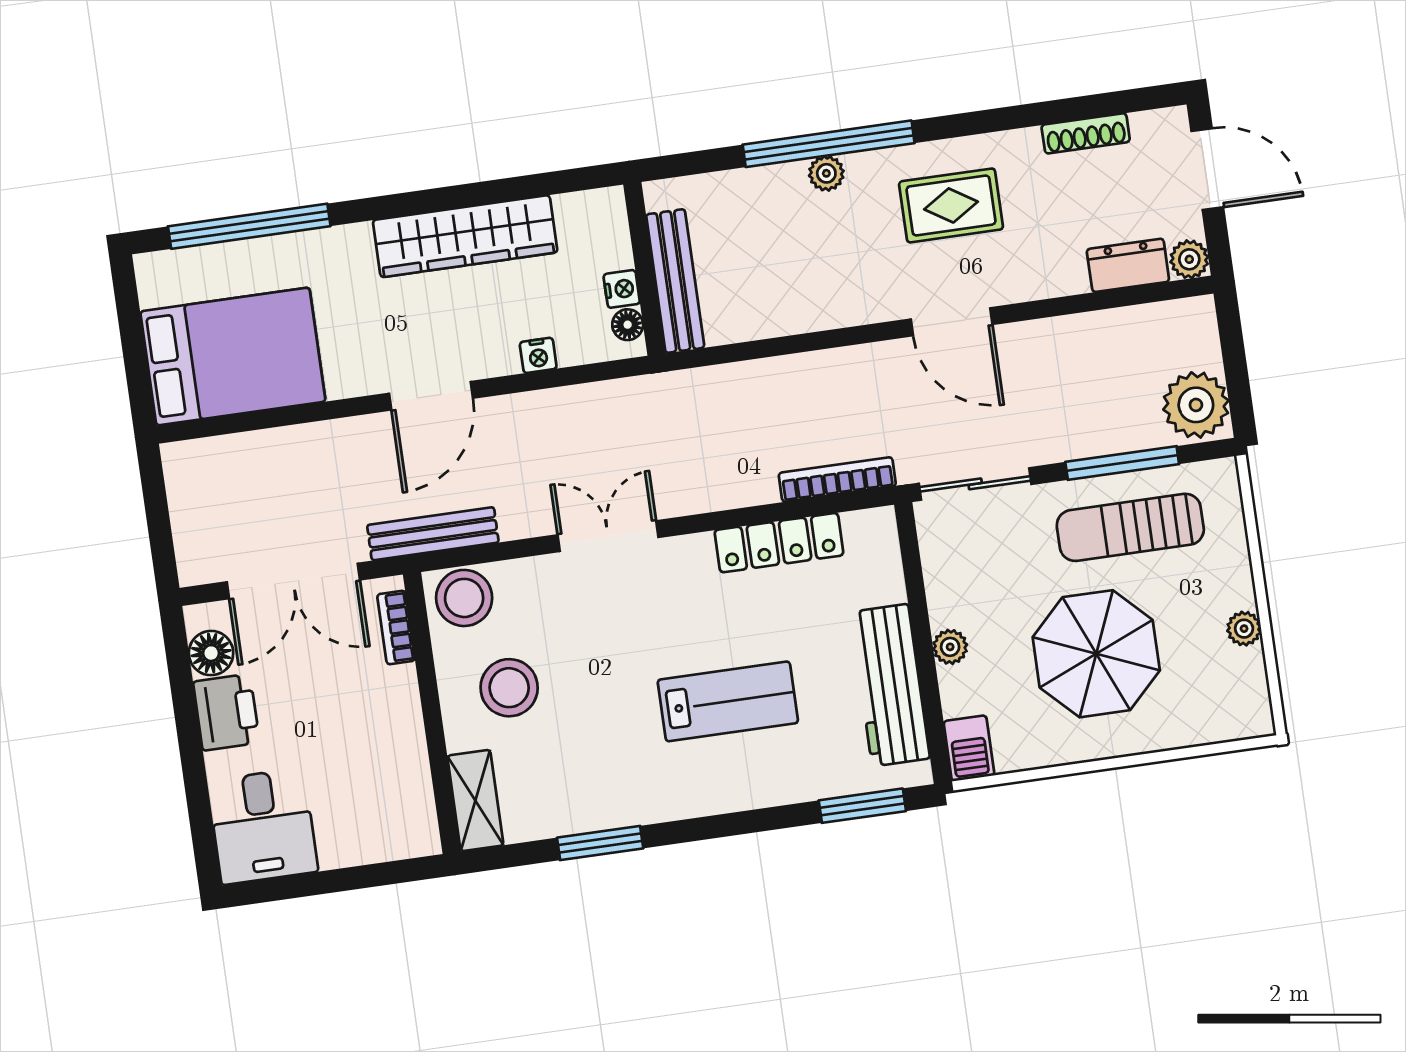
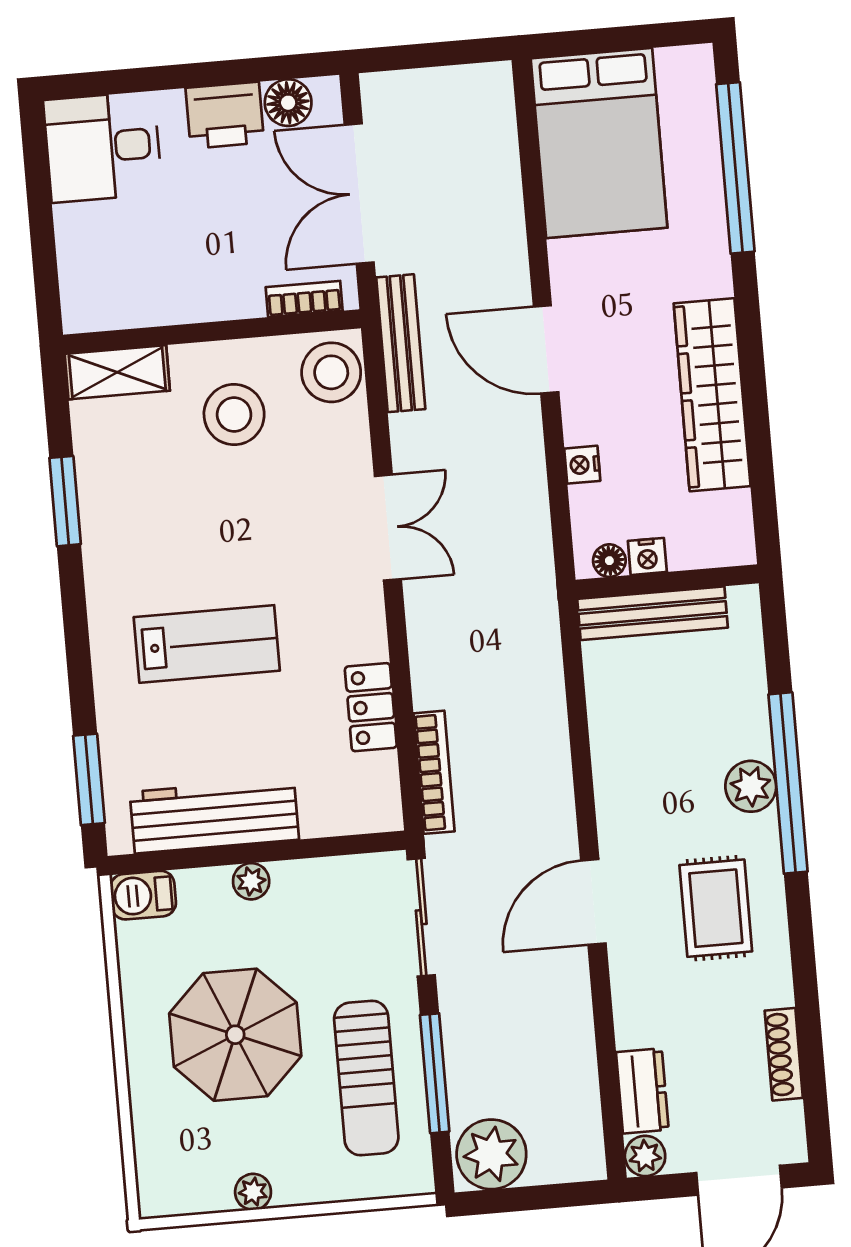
plant: (826, 173) -> (751, 786), width x1.38, depth x1.38
sun lounger: (1130, 527) -> (366, 1078), turned 180
locker: (779, 543) -> (371, 707), width x0.66
lab bench: (728, 701) -> (207, 644), turned -90

